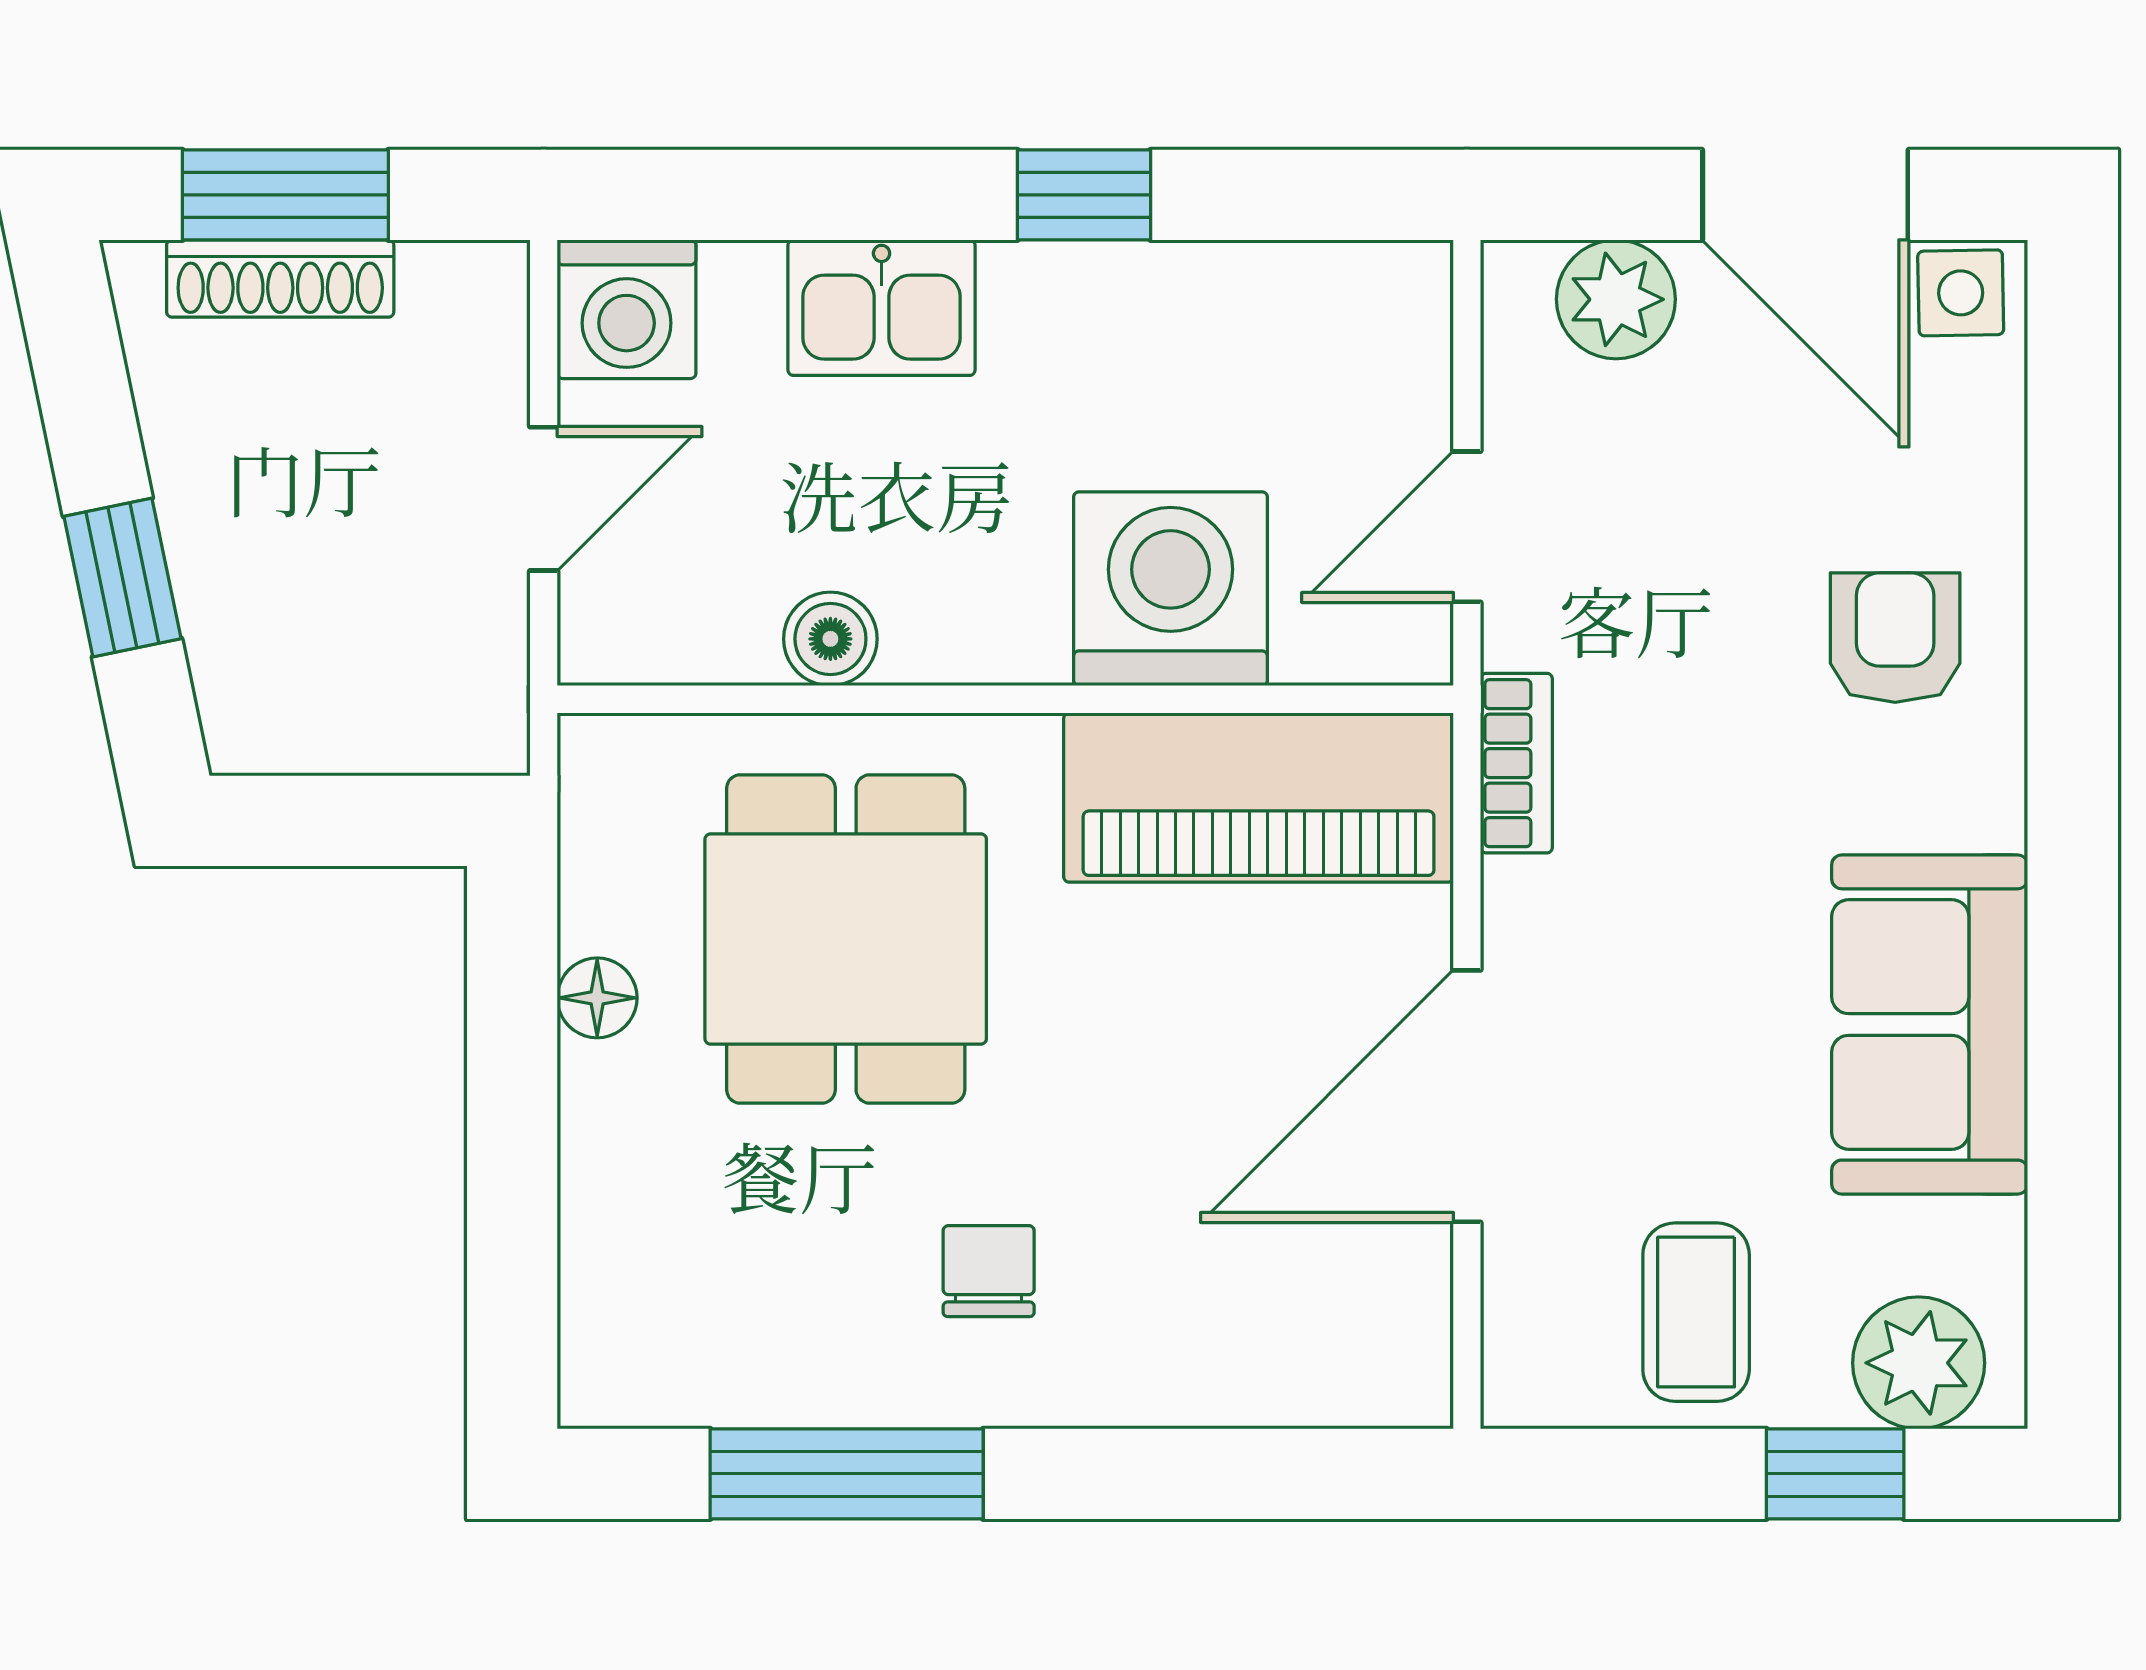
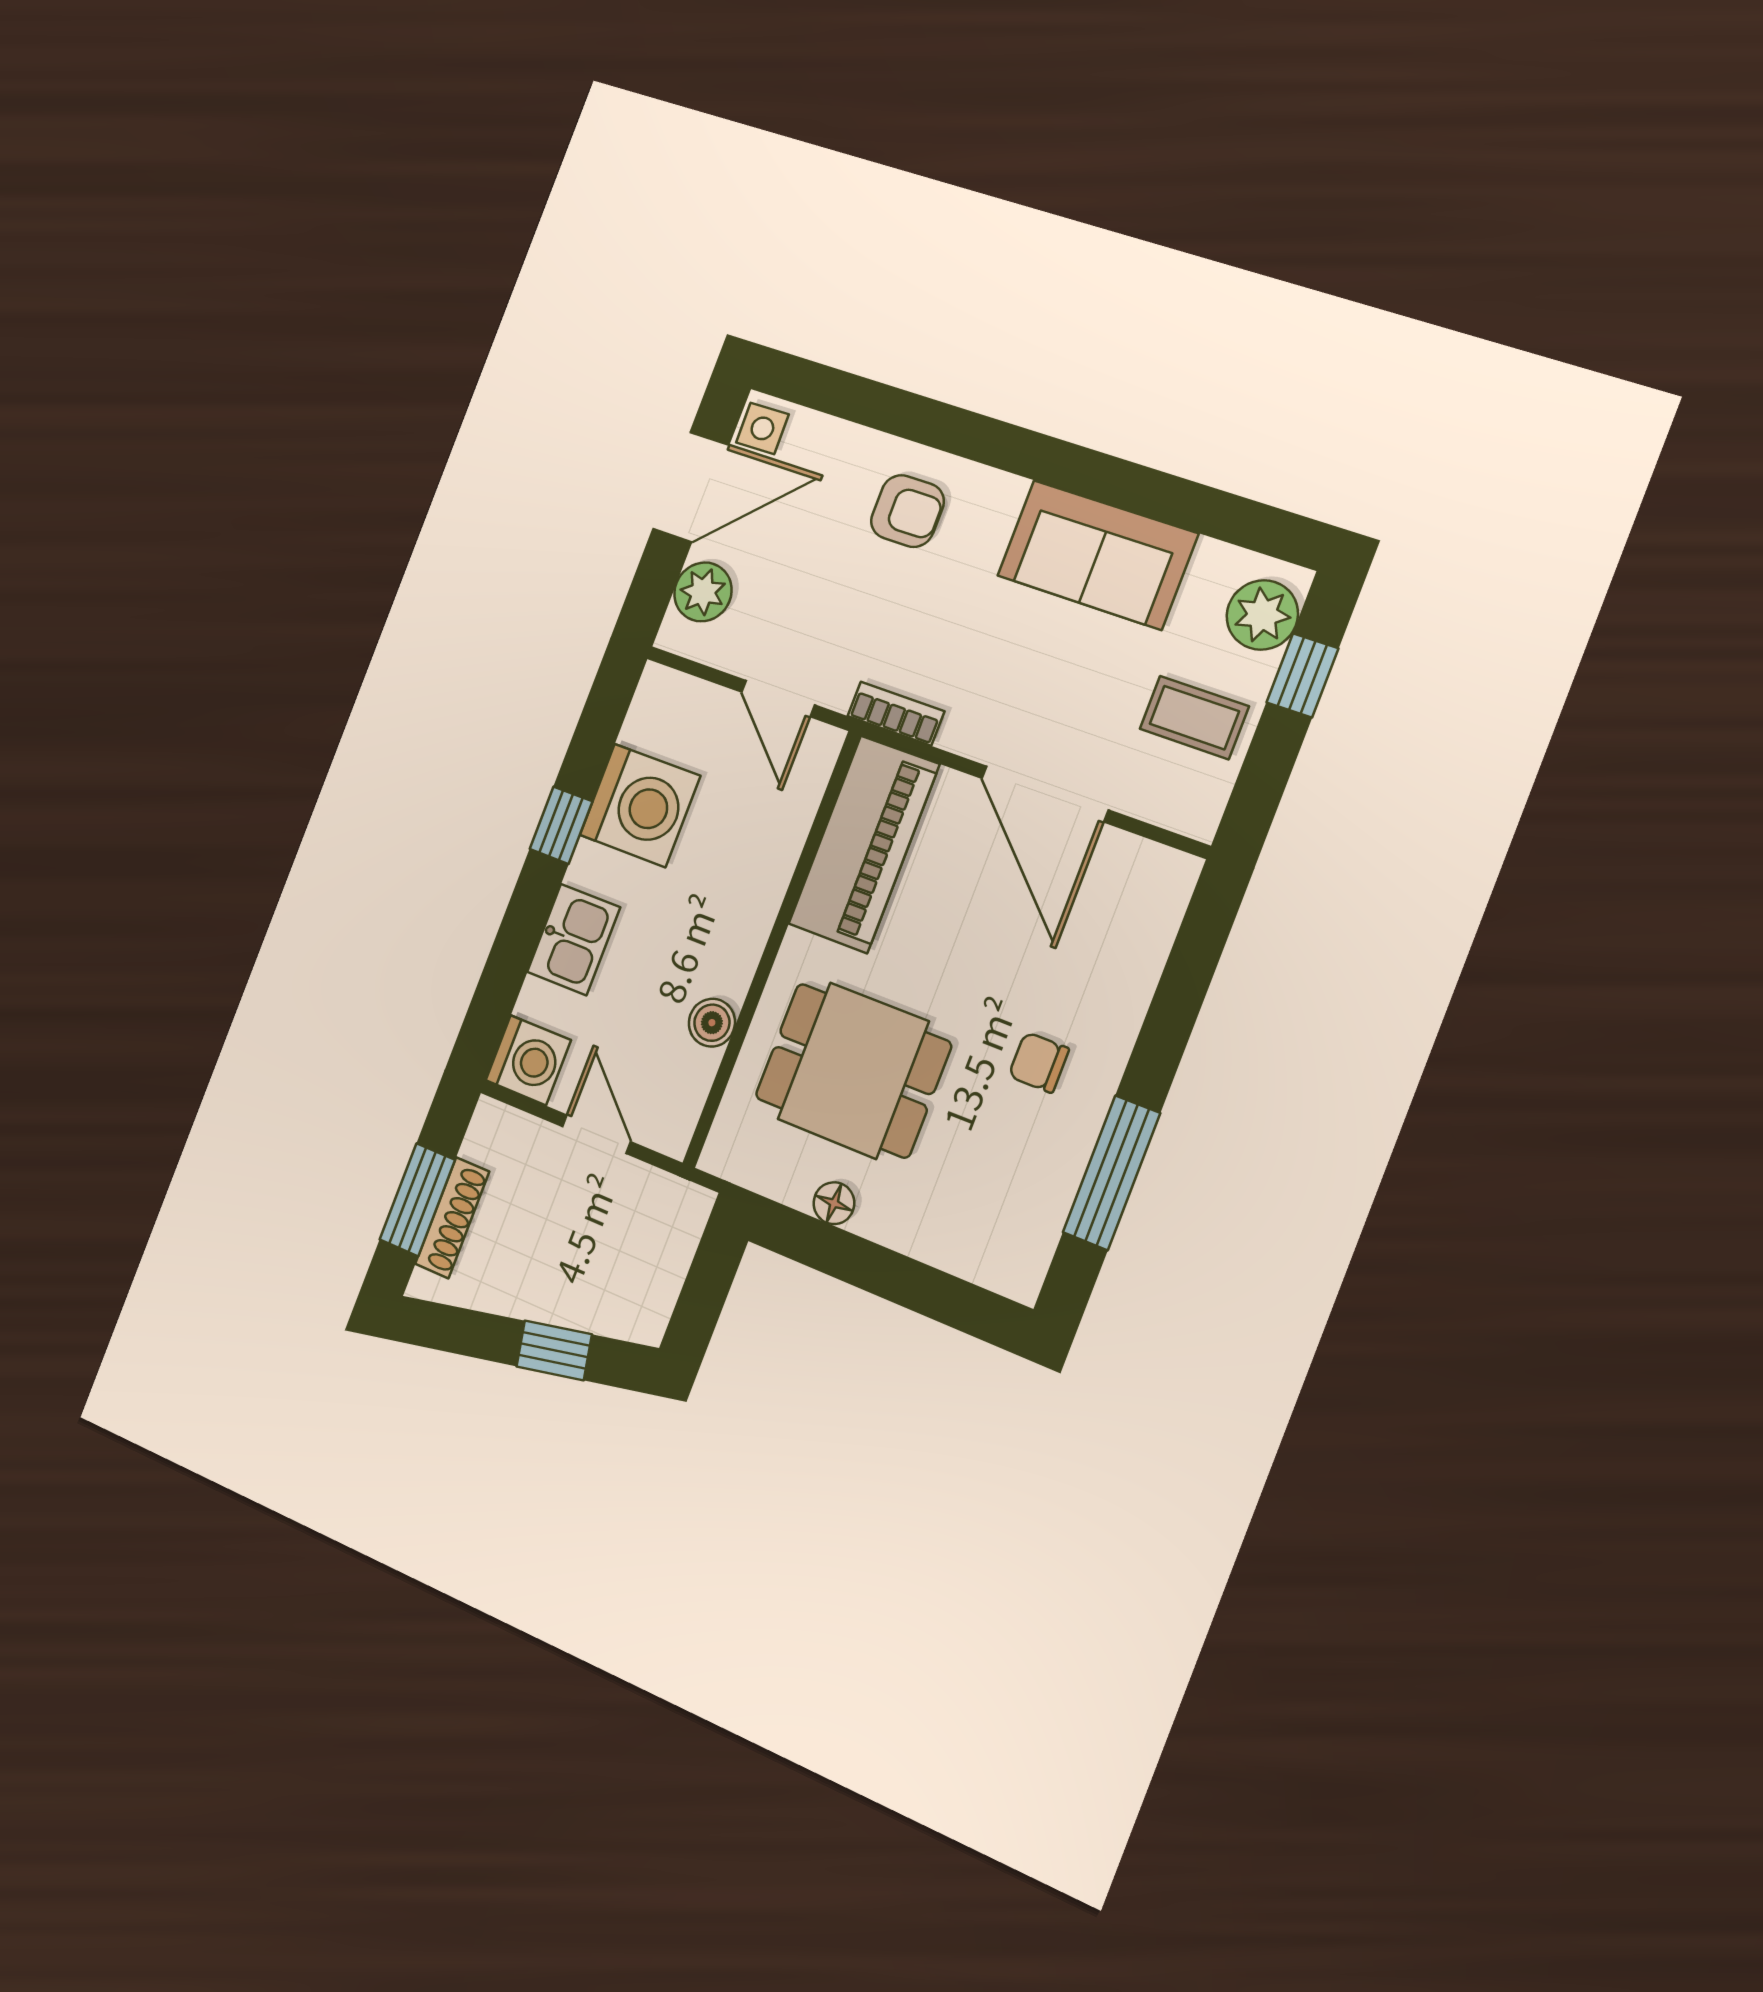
washing machine: (1171, 589) -> (640, 805), moved, turned 180
armchair: (1895, 638) -> (907, 511), turned 180

